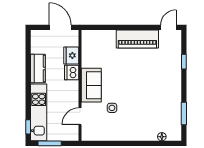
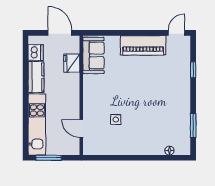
dishwasher: (72, 72) -> (36, 53), moved, turned 180
sofa: (91, 85) -> (93, 55), moved
door: (80, 116) -> (81, 129), hinge flipped
window: (28, 127) -> (26, 140), removed

